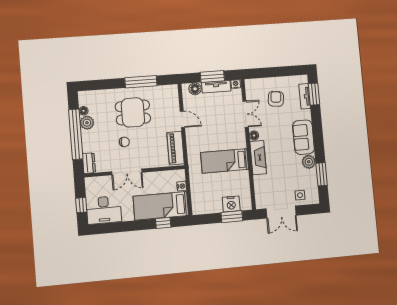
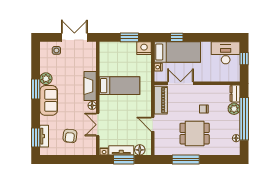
plant: (87, 123) -> (234, 109), moved
double door: (127, 172) -> (181, 83), moved
window: (322, 174) -> (36, 89), moved
nightstand: (231, 204) -> (144, 48), moved
window: (232, 217) -> (129, 37), moved

